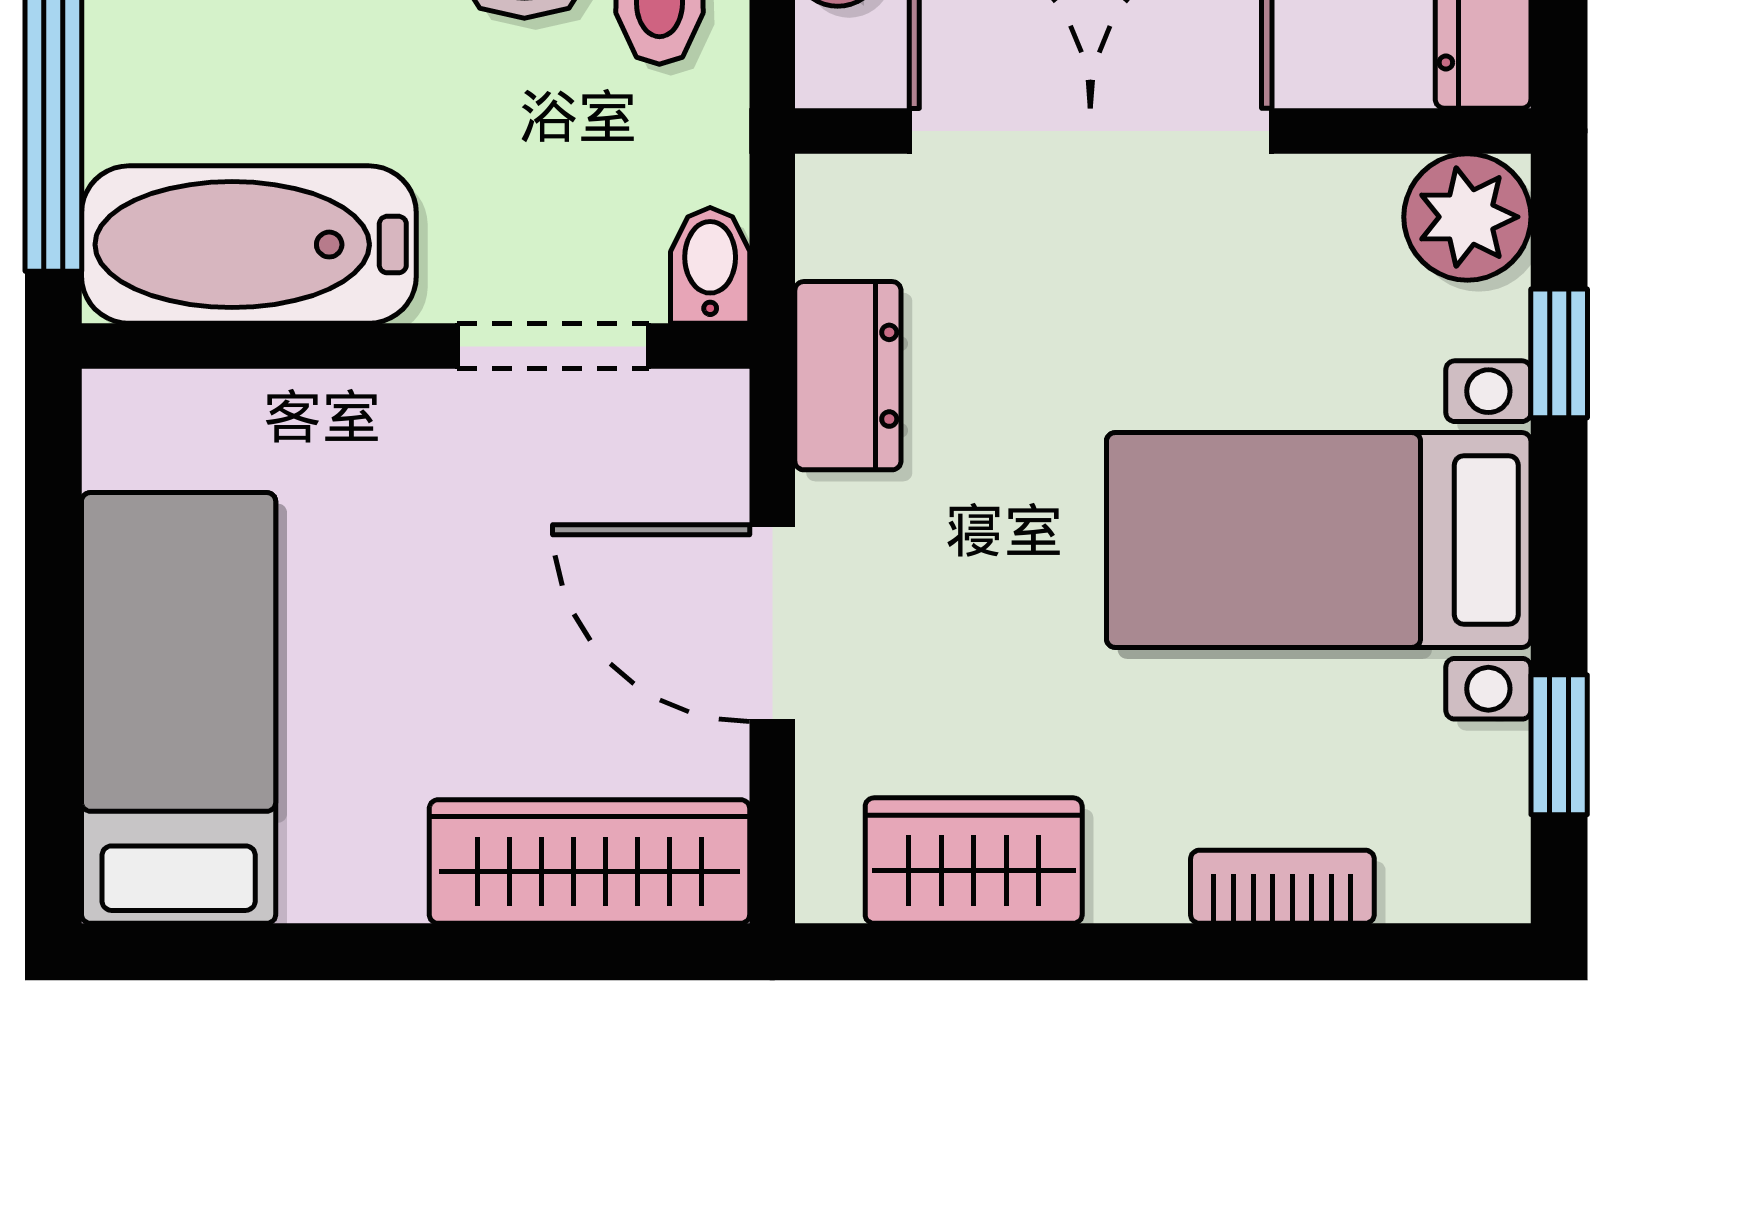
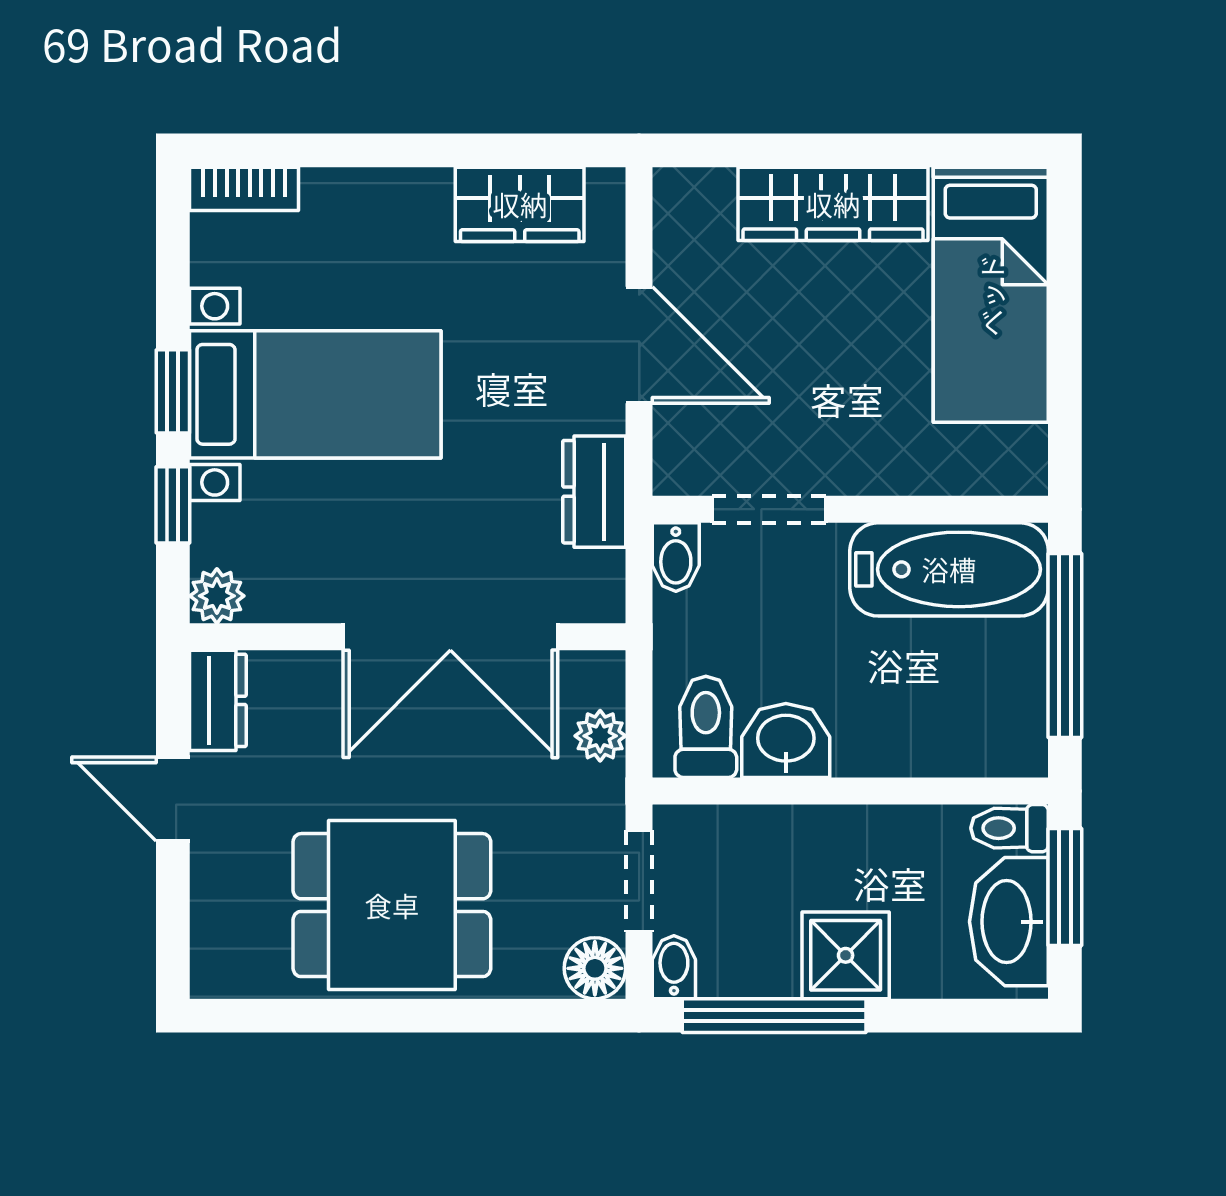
plant: (1467, 217) -> (217, 596), width x0.73, depth x0.73
window: (1559, 745) -> (173, 391), moved
wardrobe: (589, 862) -> (833, 204), moved
bookcase: (1282, 887) -> (244, 189), moved

